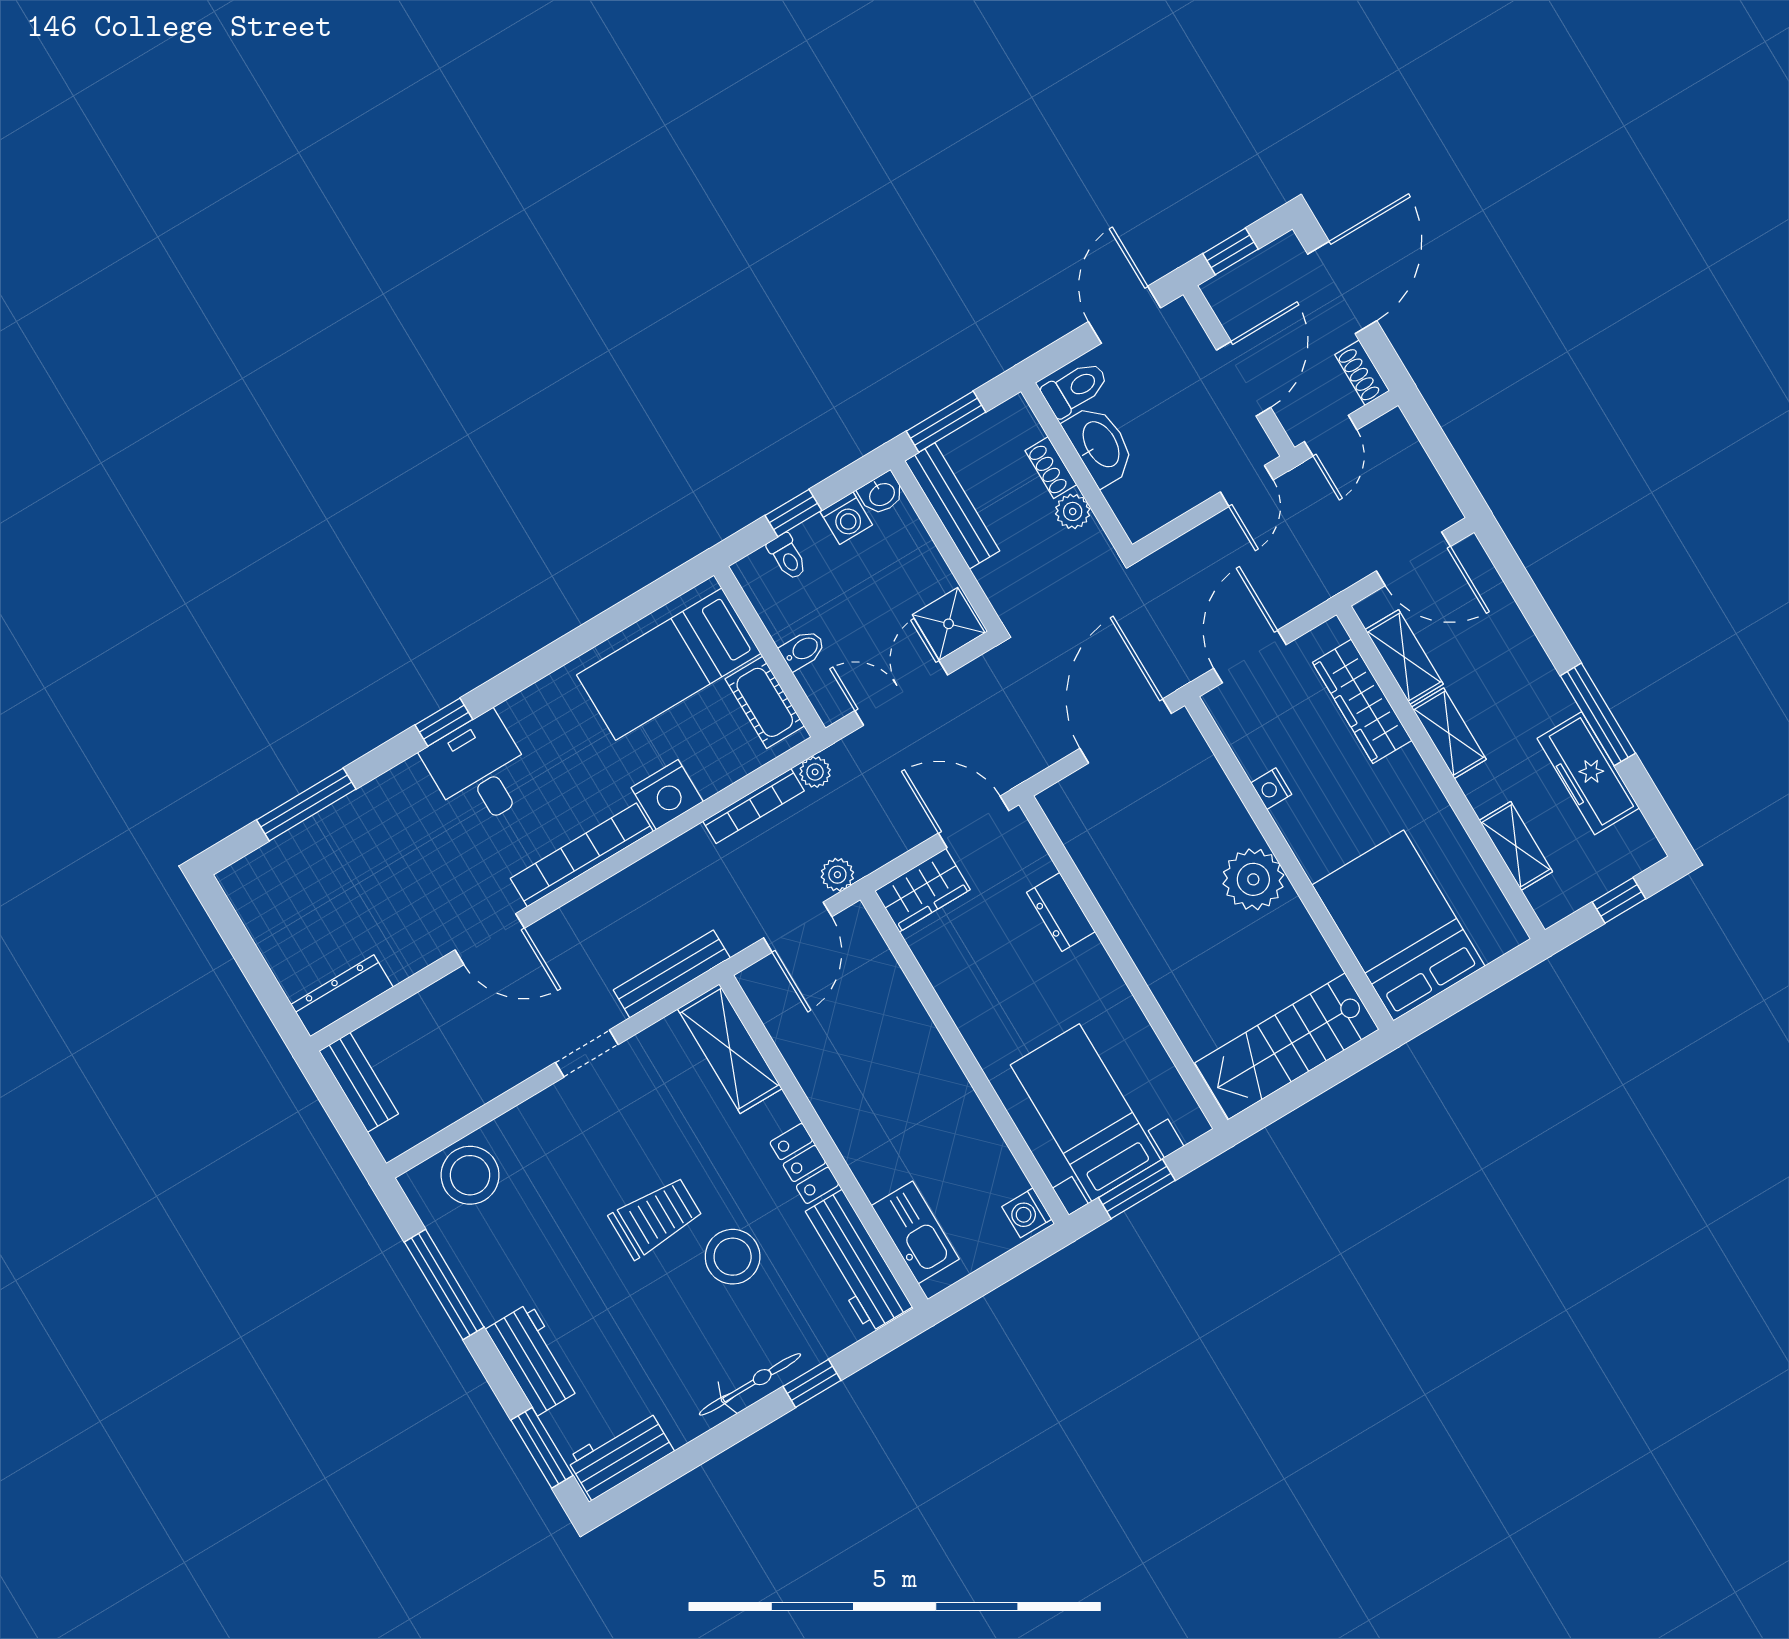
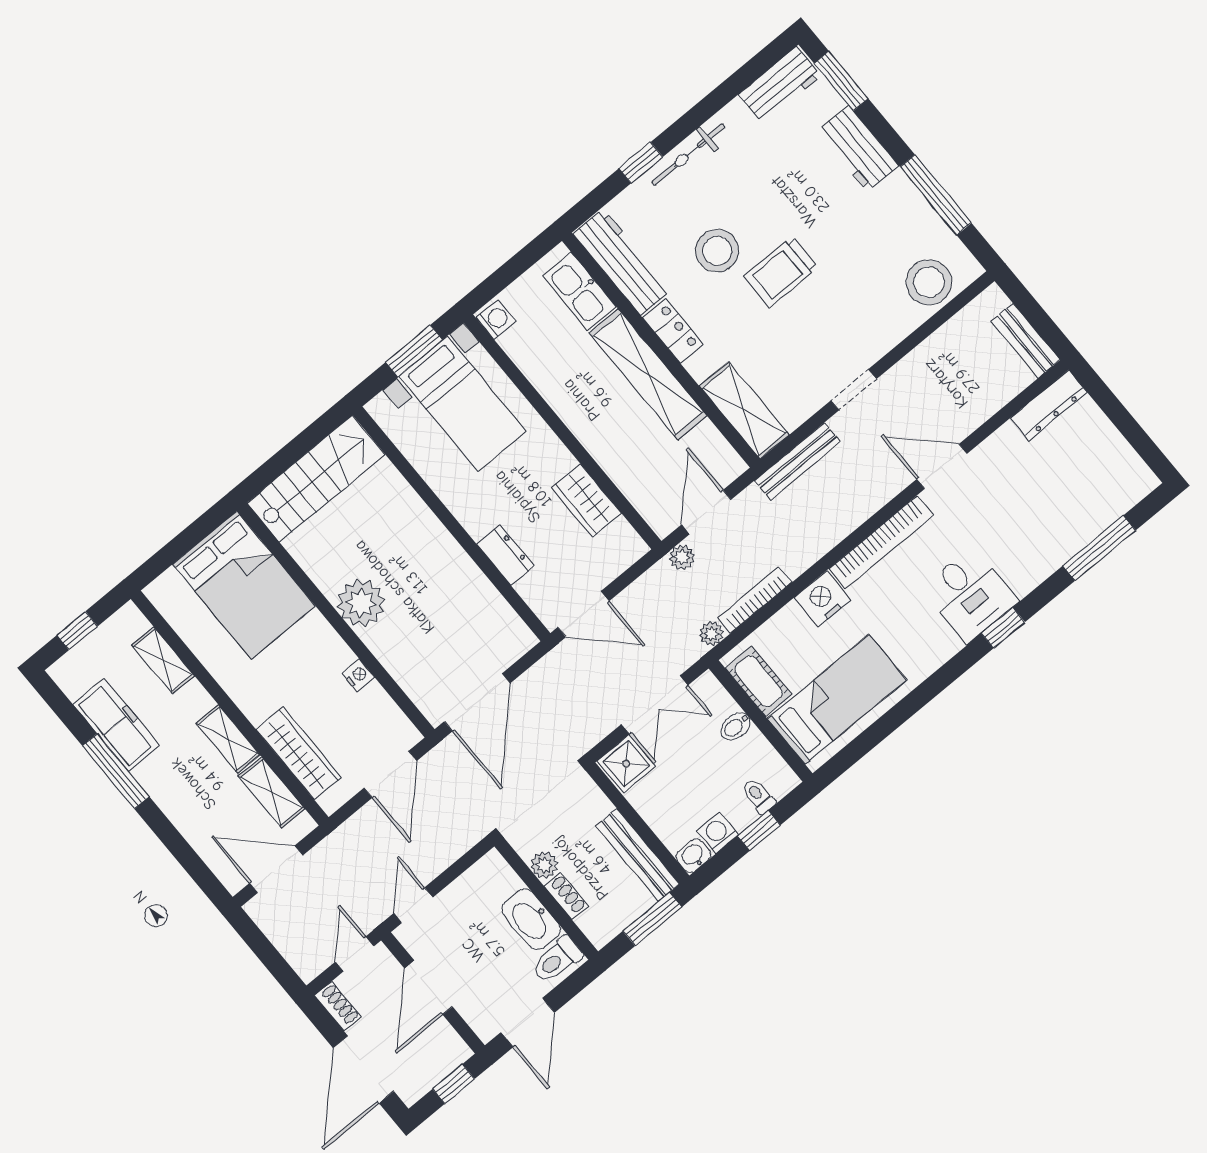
wardrobe: (922, 890) -> (586, 500), moved, turned -90
shelving: (845, 1114) -> (648, 374), added

